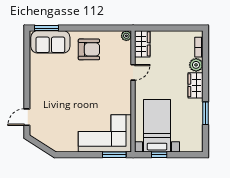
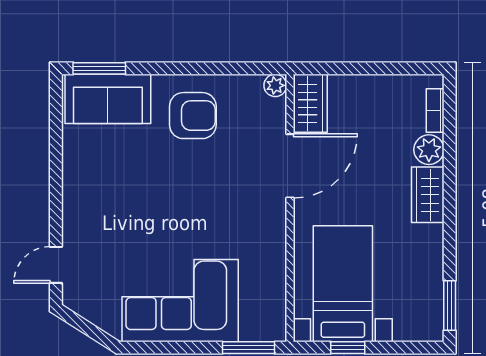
door: (133, 72) -> (290, 166), width x1.87
window: (205, 113) -> (450, 305), moved
corner sofa: (105, 133) -> (180, 301), moved

